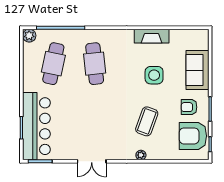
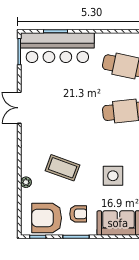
armchair: (189, 107) -> (78, 214), turned 90
armchair: (193, 136) -> (47, 218), turned -90
plant: (141, 155) -> (26, 182), moved

